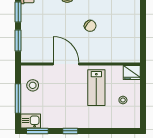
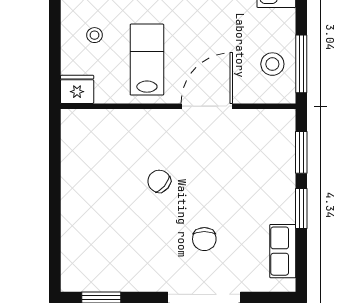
door: (66, 64) -> (207, 106), swing flipped
window: (18, 99) -> (301, 64), moved

